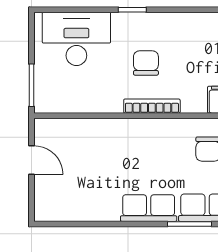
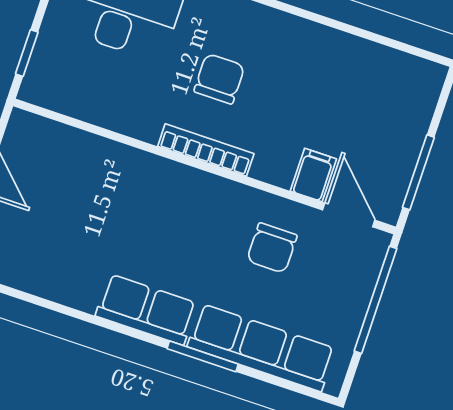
window: (32, 85) -> (27, 53), width x0.67

